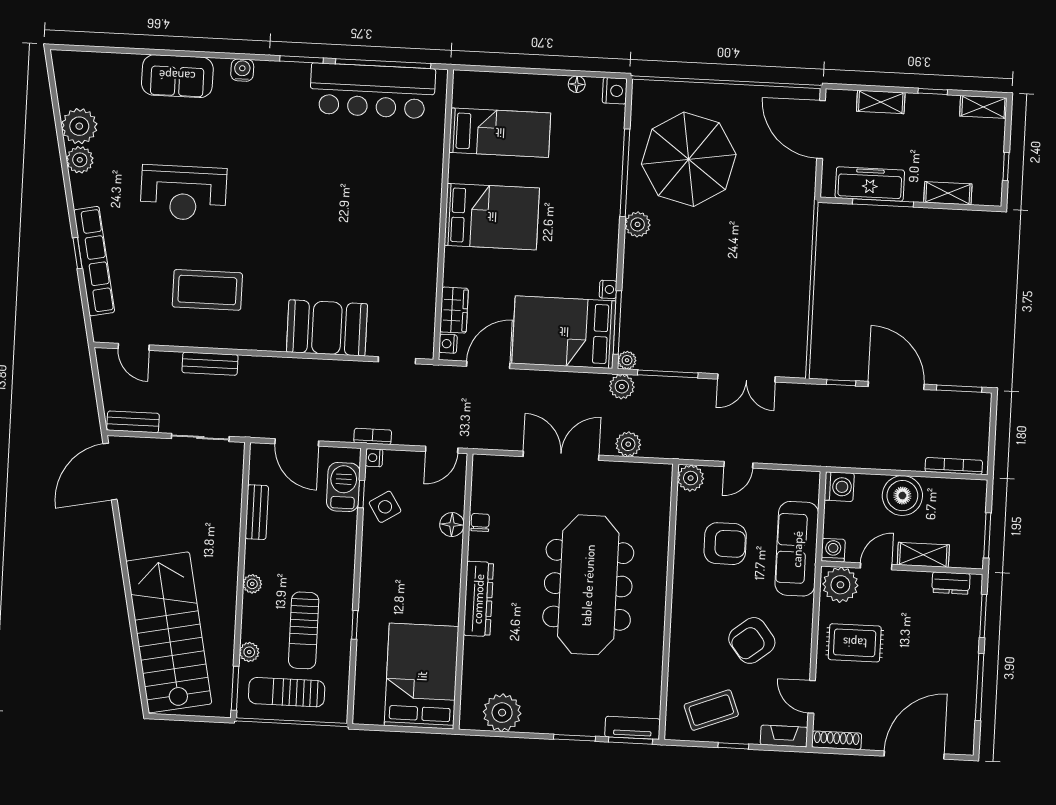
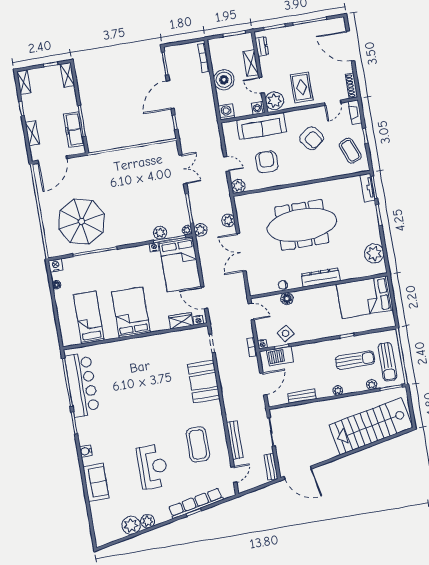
shelving: (948, 193) -> (67, 75), moved
plant: (638, 224) -> (160, 233), moved
bench: (210, 364) -> (235, 440), width x1.36

